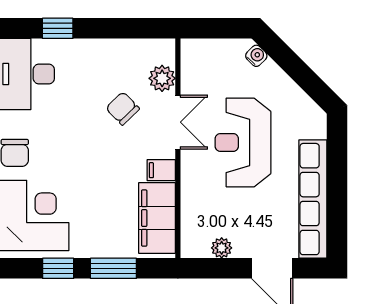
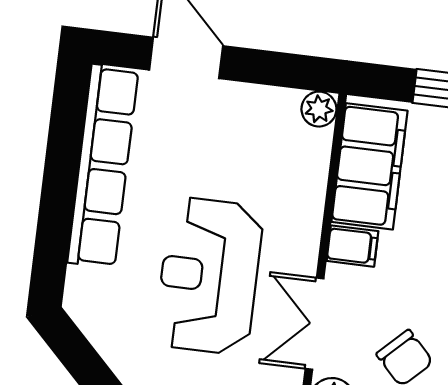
reception desk: (243, 142) -> (209, 276), turned 180
plant: (222, 248) -> (319, 109), moved

